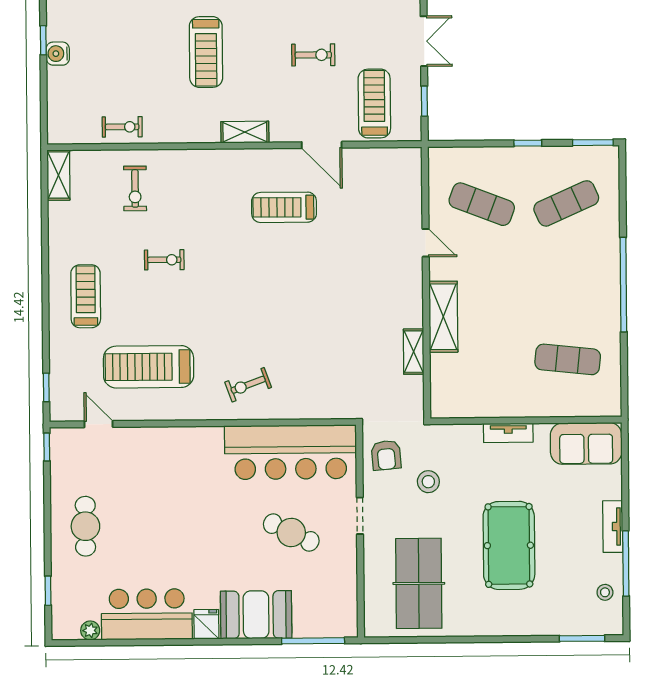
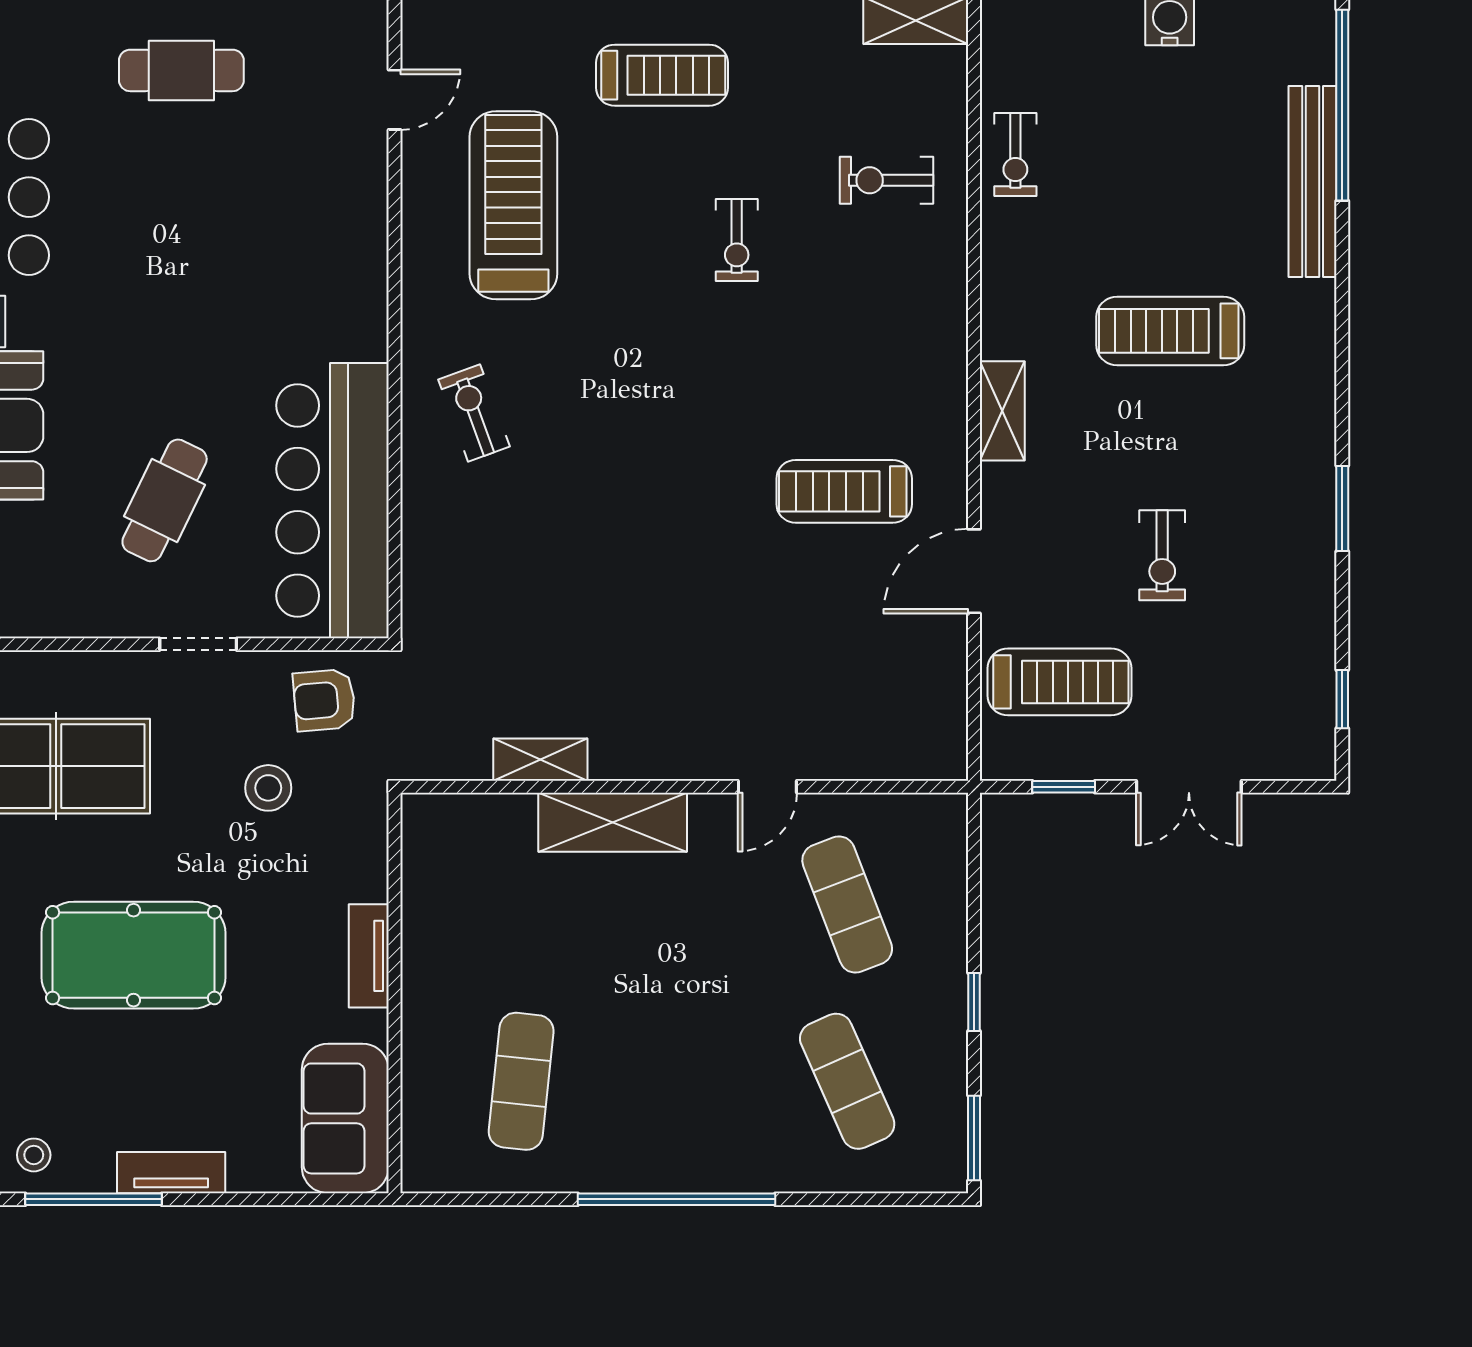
exercise mat: (482, 204) -> (847, 905), turned -42
treadmill: (284, 207) -> (844, 491), turned -90

